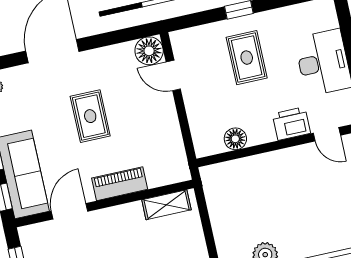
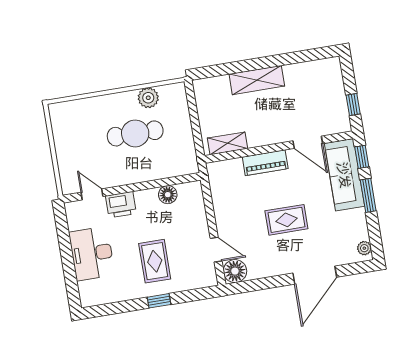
rug: (90, 116) -> (286, 220), turned 90
door: (69, 211) -> (308, 142), hinge flipped
cafe table: (279, 211) -> (135, 133), added

